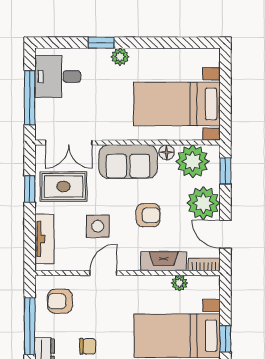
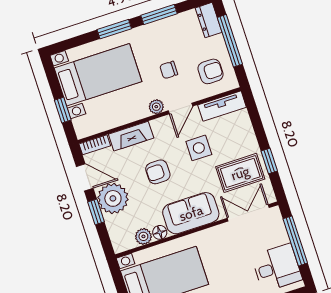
plant: (193, 161) -> (143, 236), width x0.53, depth x0.53
window: (225, 171) -> (96, 212), moved
tv unit: (44, 239) -> (222, 106), moved, turned -90
plant: (179, 283) -> (156, 107), moved
window: (225, 339) -> (63, 110), moved
chair: (88, 346) -> (169, 70), moved

